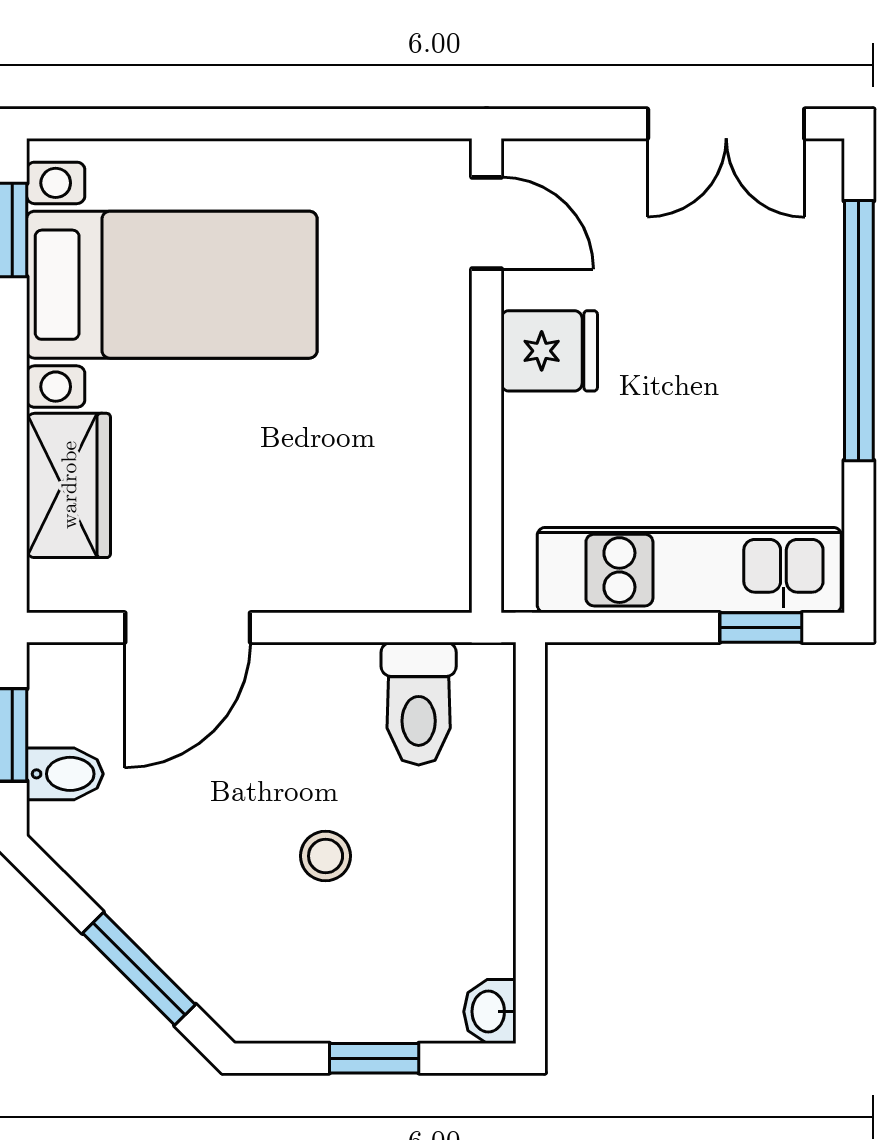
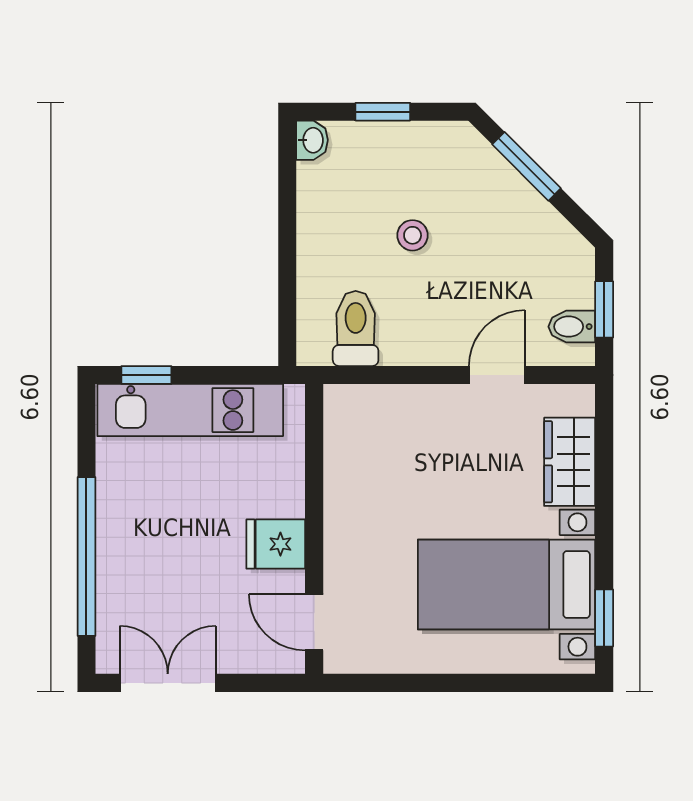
door: (188, 627) -> (497, 375), width x0.73
bidet: (65, 774) -> (572, 327), moved

